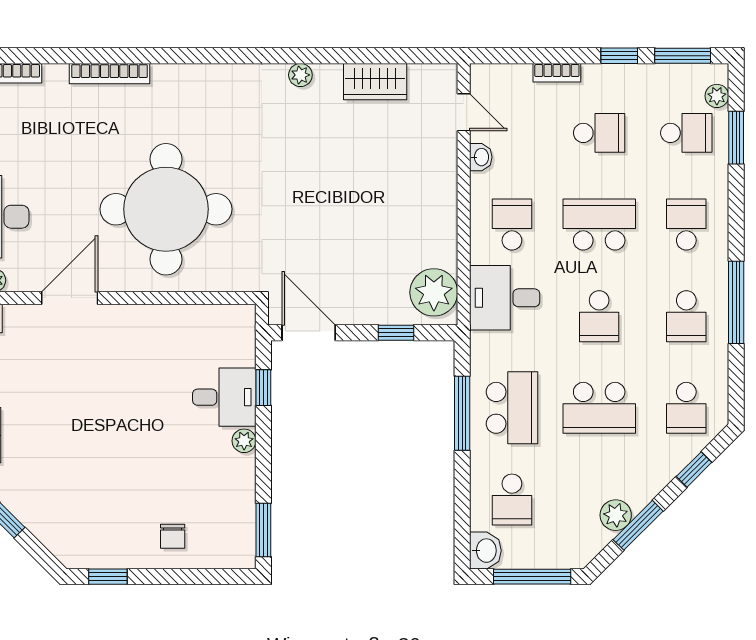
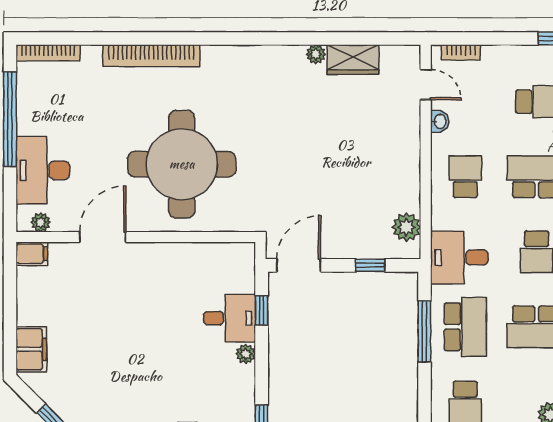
bookcase: (557, 73) -> (461, 52), moved
bookcase: (109, 74) -> (151, 56), width x1.48, depth x1.31
plant: (300, 75) -> (316, 54), moved
plant: (434, 292) -> (406, 227), width x0.73, depth x0.73
desk: (505, 298) -> (459, 257), moved
door: (309, 333) -> (299, 265), hinge flipped

